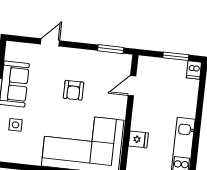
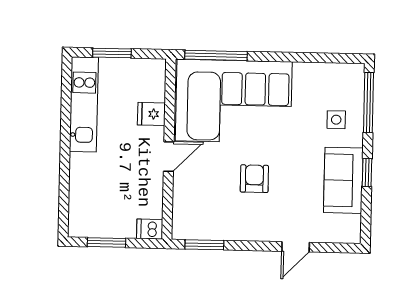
dishwasher: (194, 70) -> (150, 229), moved, turned -90
door: (132, 86) -> (169, 156), moved

